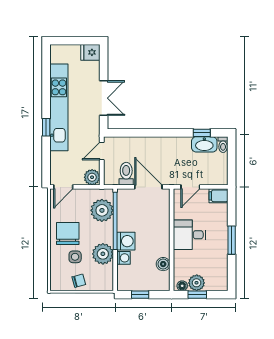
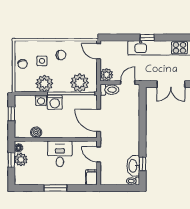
door: (102, 151) -> (128, 83), hinge flipped
toilet: (126, 174) -> (109, 90), moved
door: (148, 187) -> (99, 120), swing flipped
chair: (68, 233) -> (61, 55), width x0.54, depth x0.54

